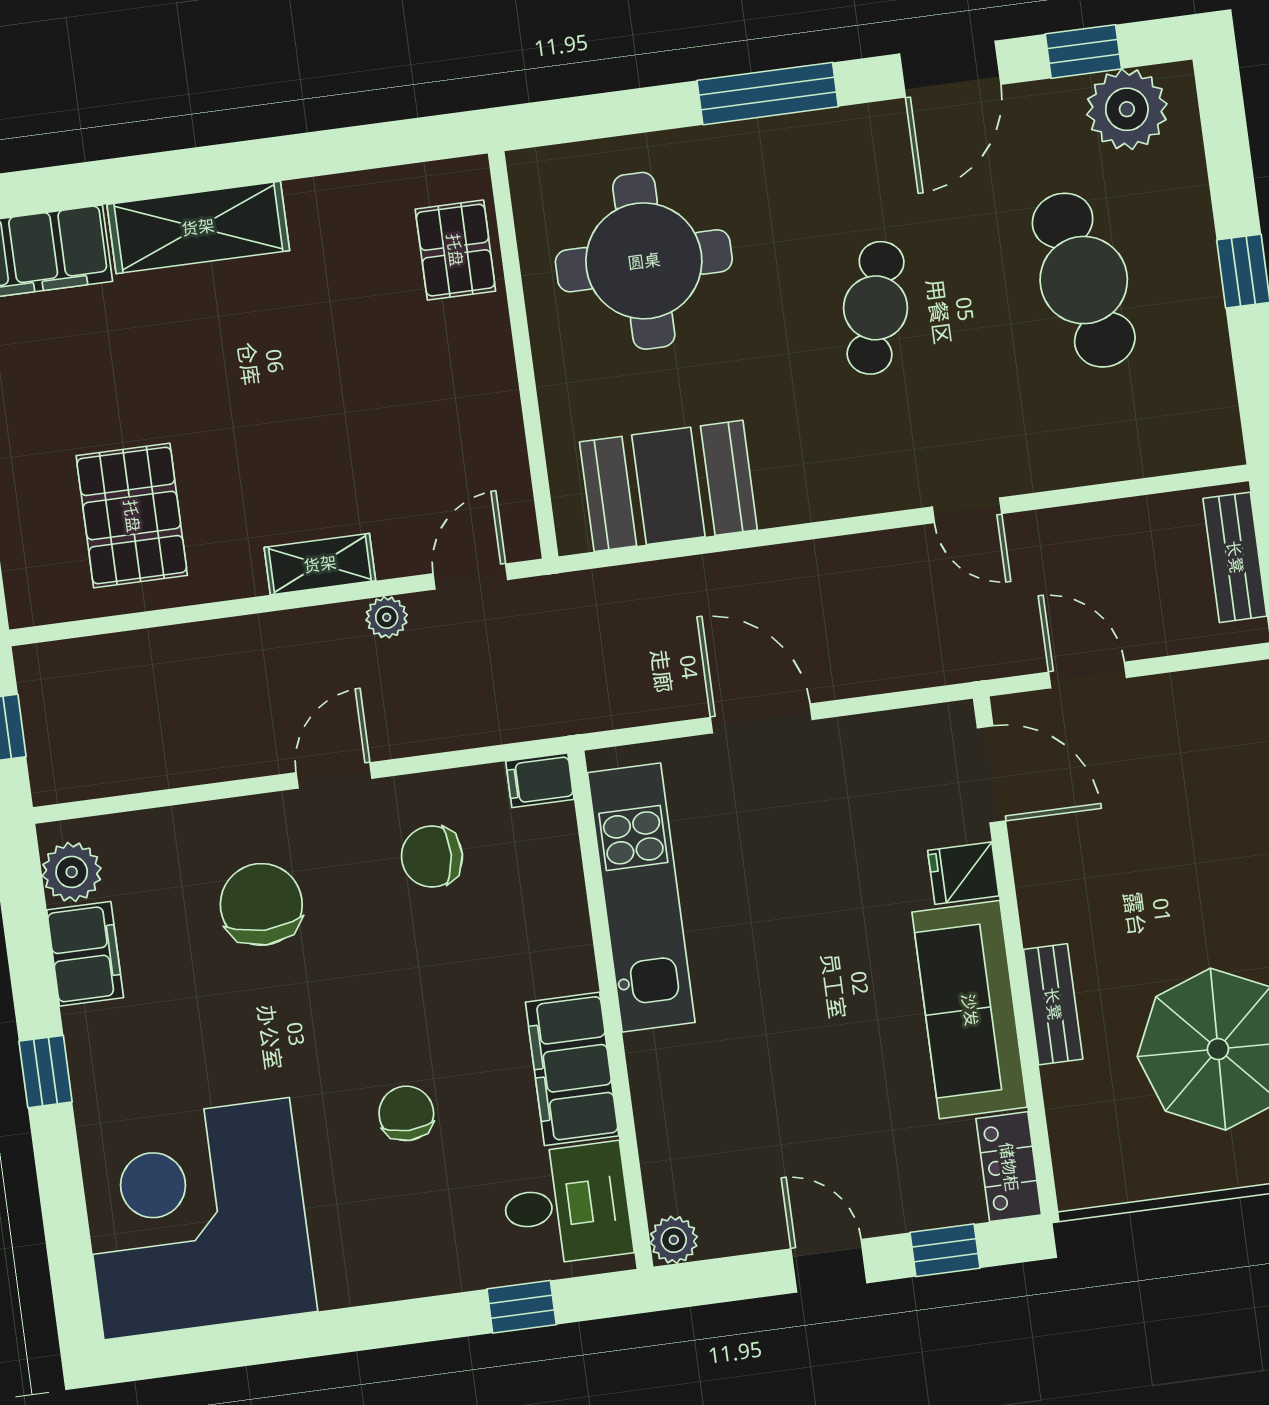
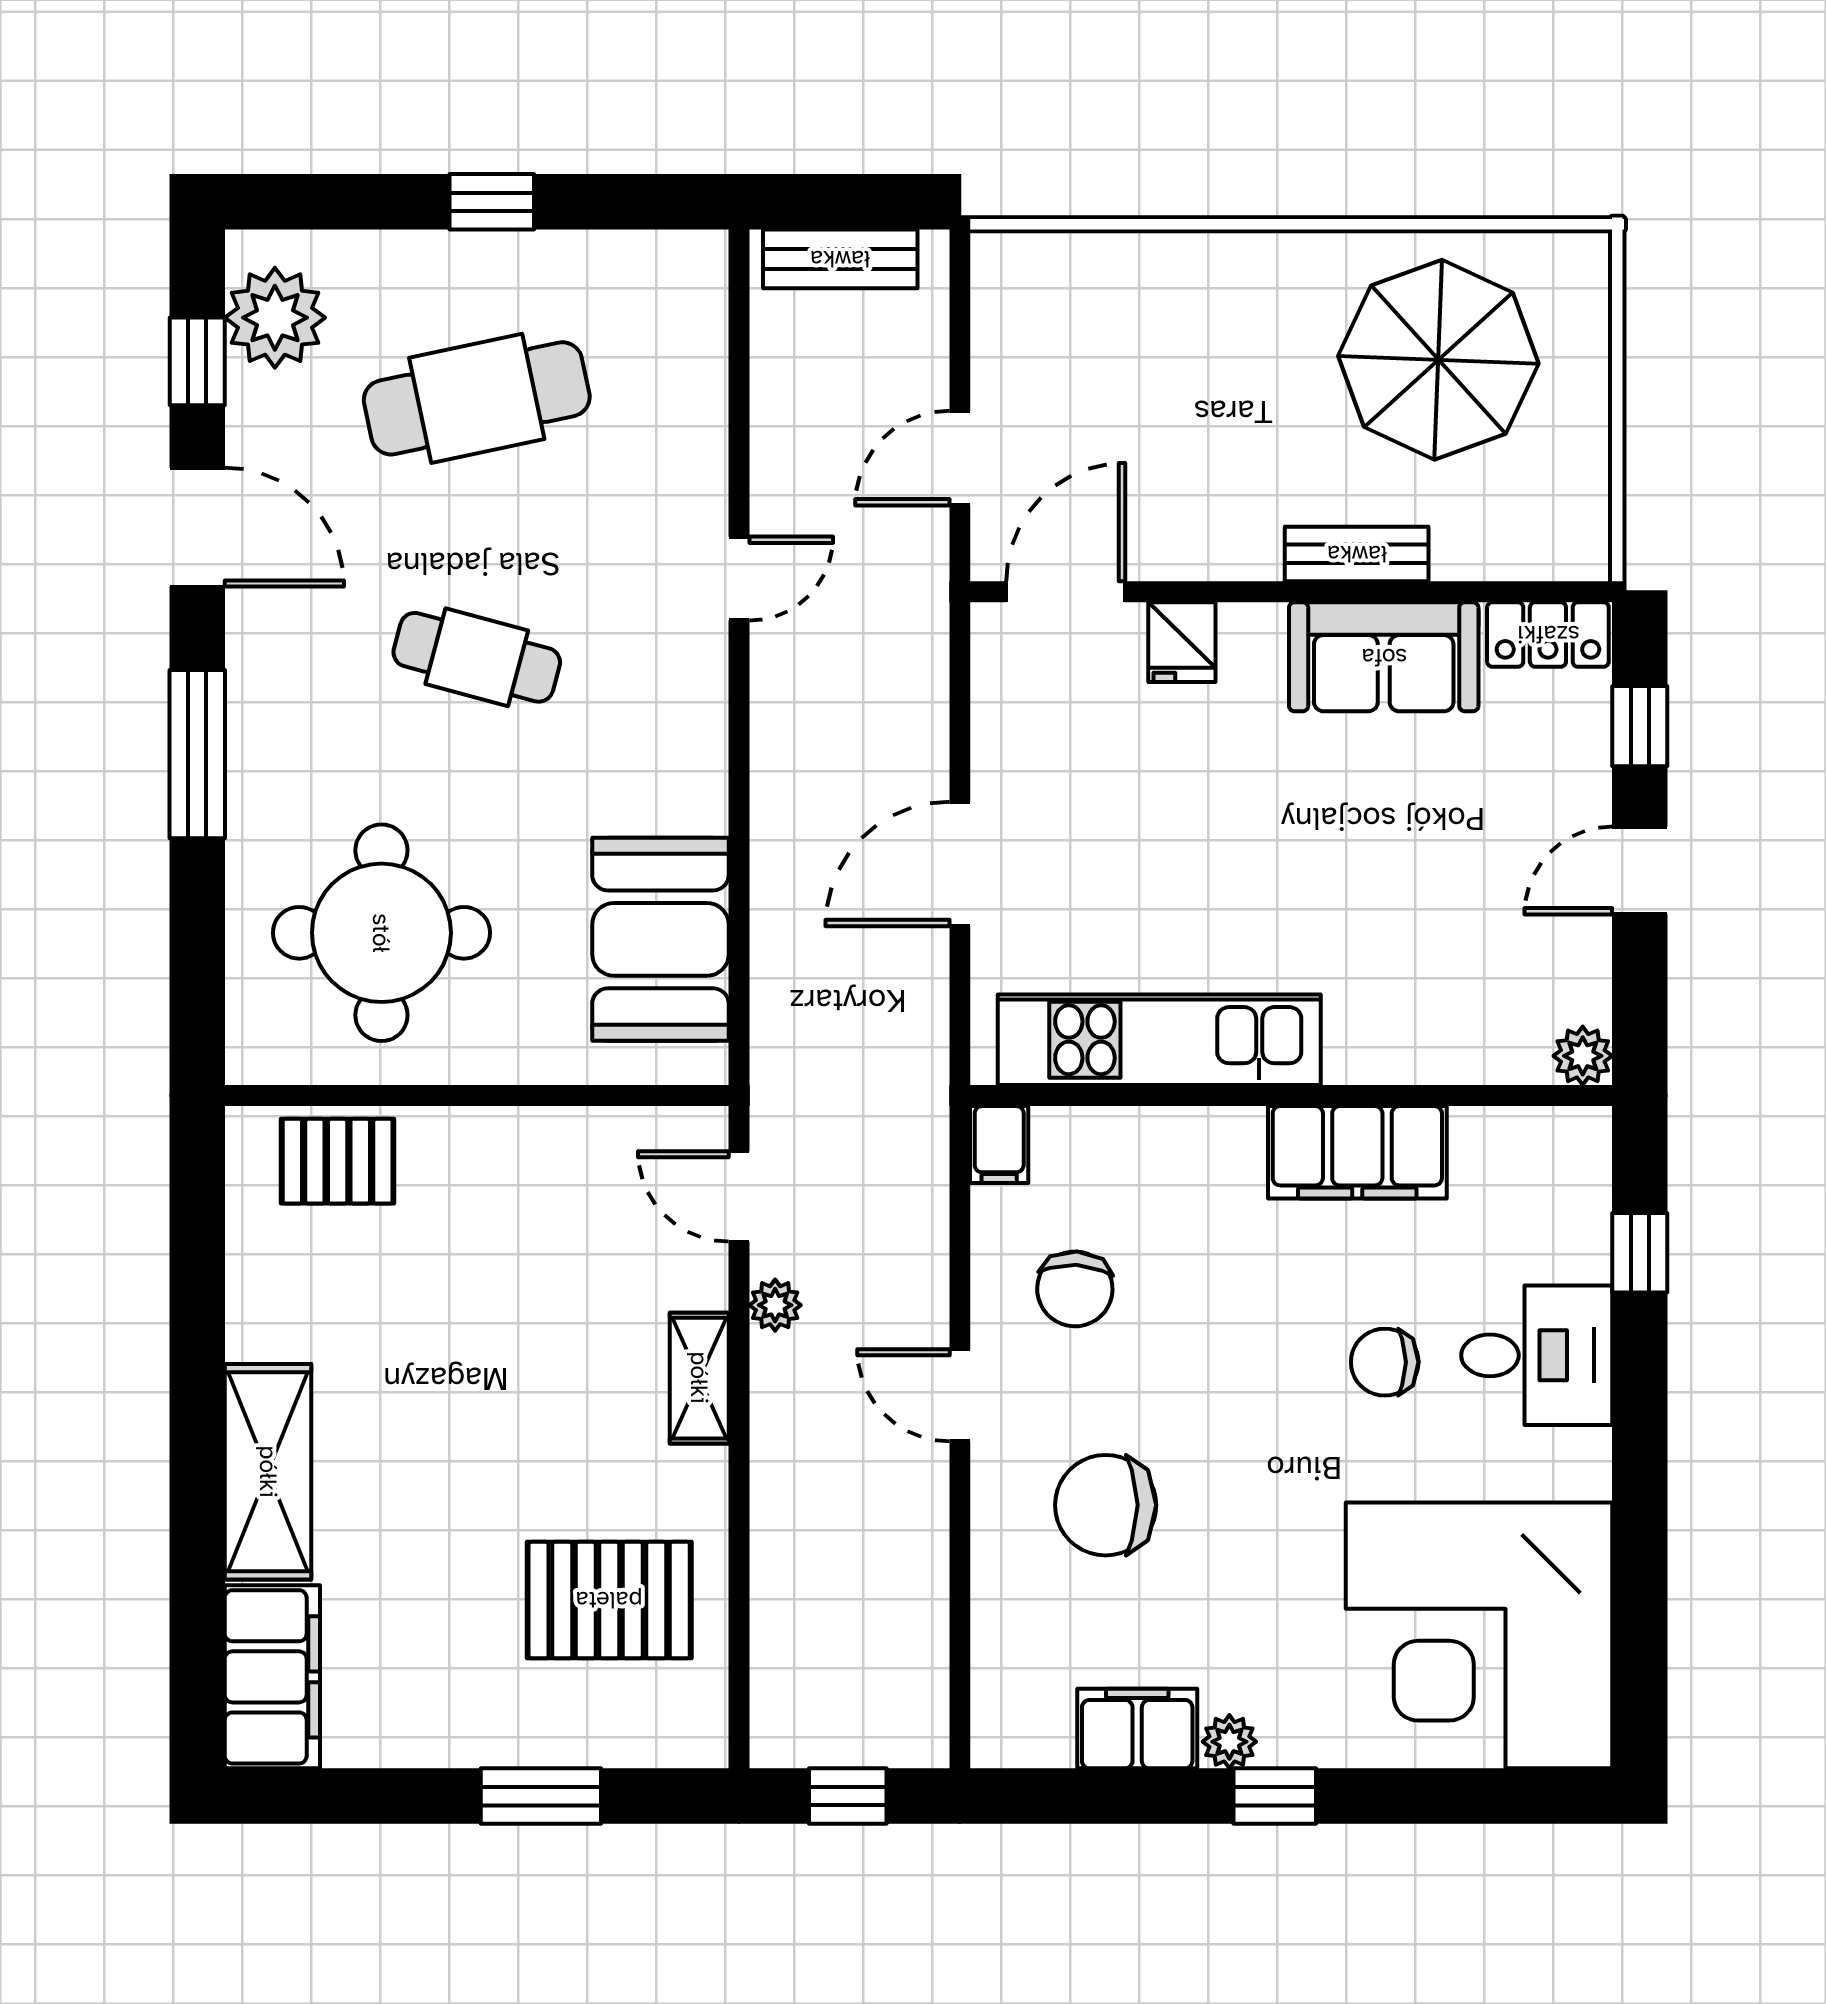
plant: (72, 872) -> (1229, 1742), moved, width x0.73, depth x0.73
sofa: (970, 1010) -> (1384, 657), width x0.73
desk: (566, 1204) -> (1537, 1355), moved, turned 90

